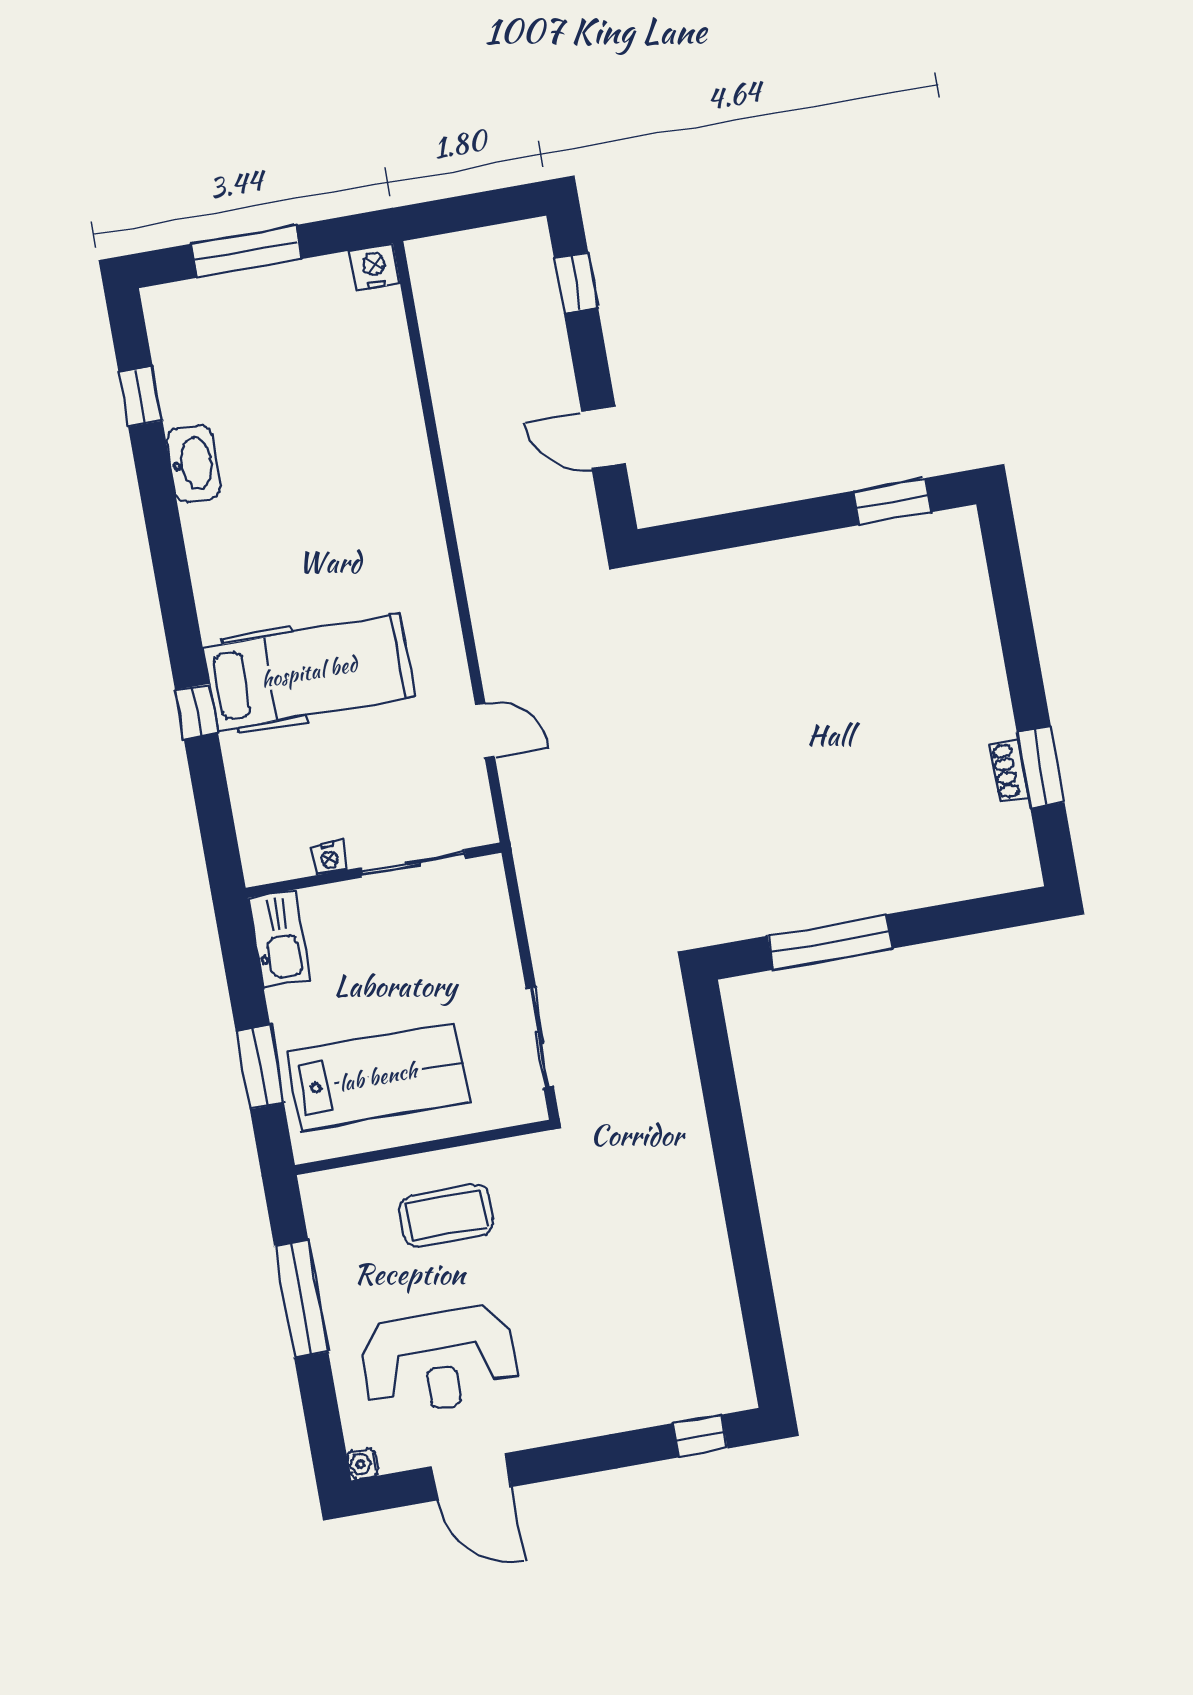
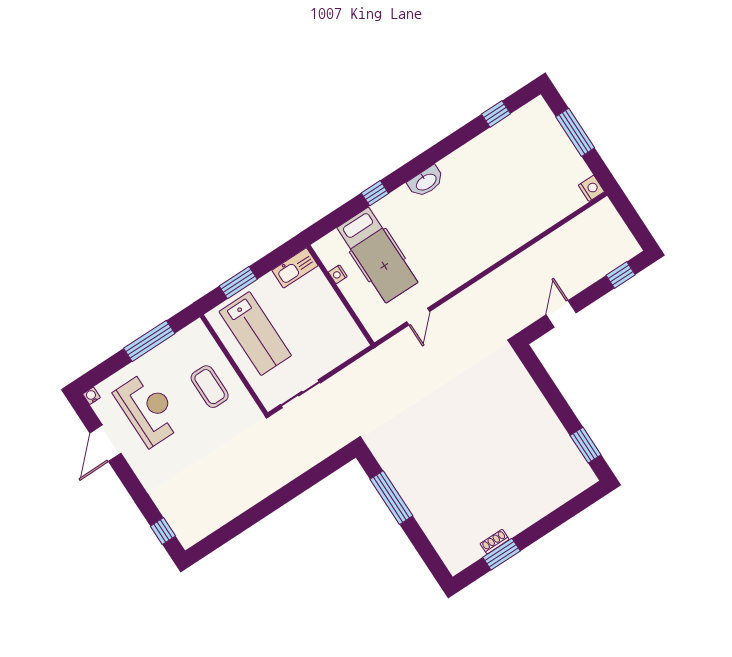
washbasin: (193, 464) -> (426, 182), moved
hospital bed: (309, 672) -> (377, 255), moved
sliding door: (413, 863) -> (350, 310), removed
reception desk: (439, 1360) -> (148, 409), turned 180

